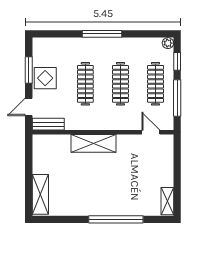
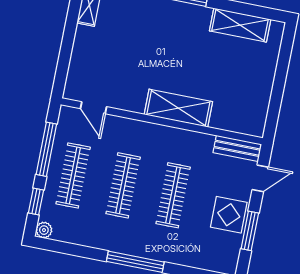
shelving: (40, 194) -> (240, 25), moved, turned 90

